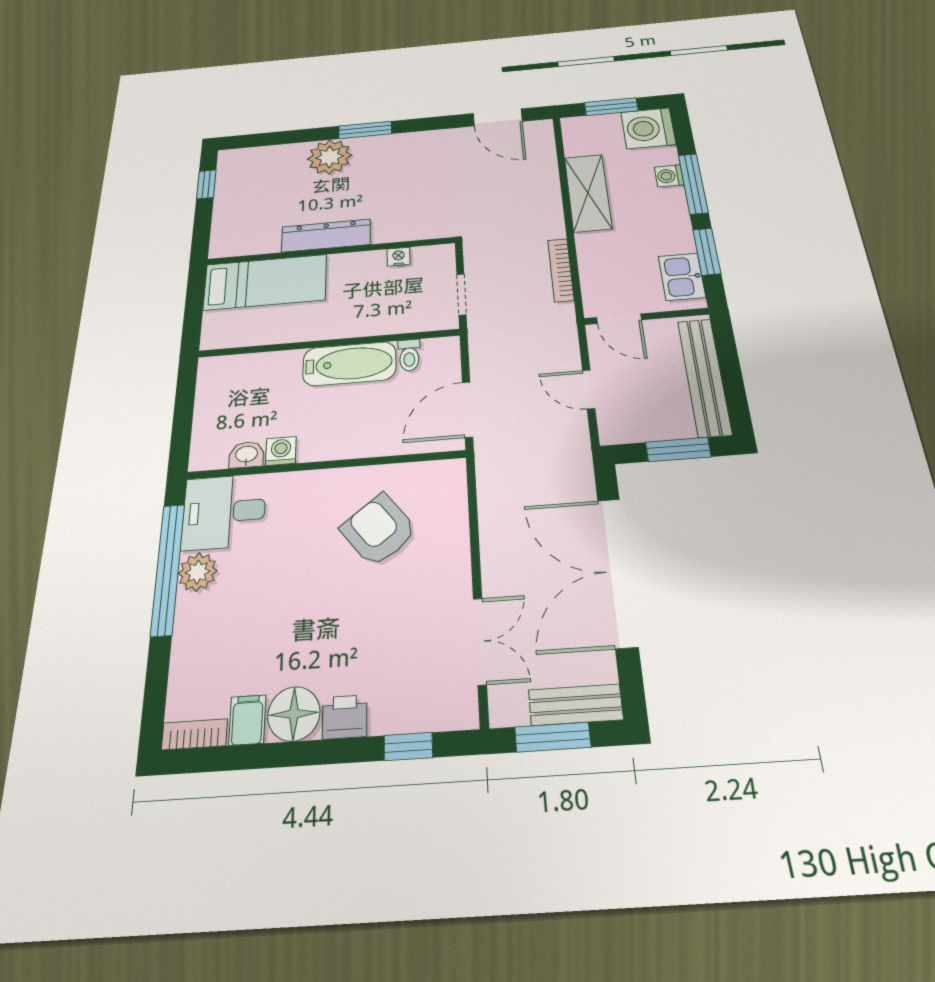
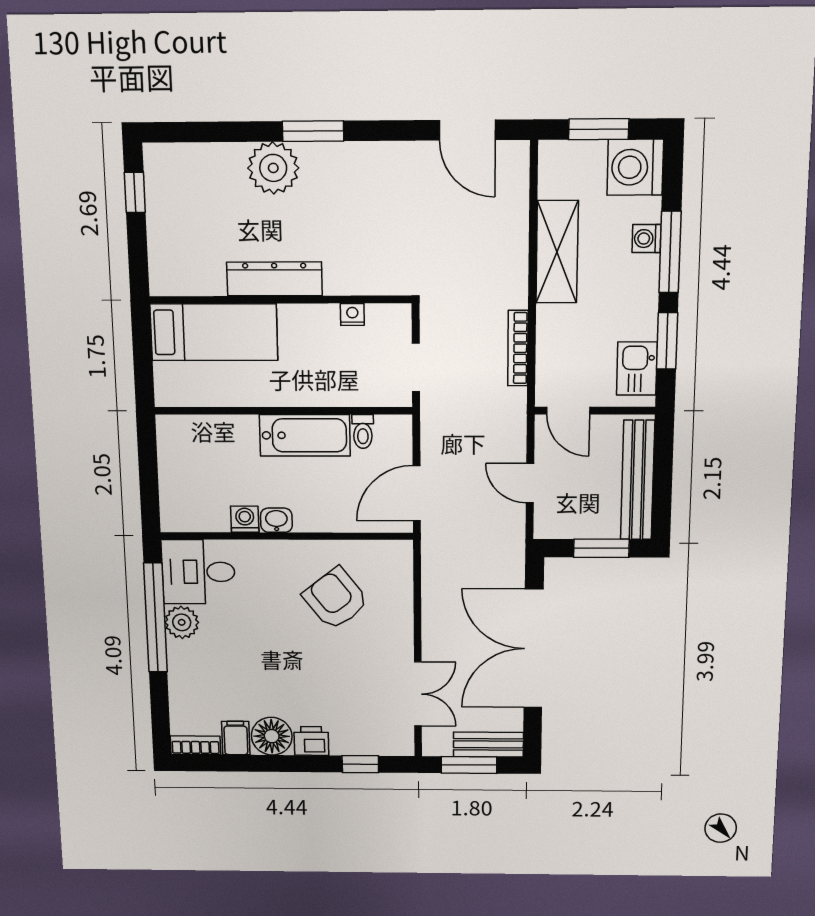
washbasin: (247, 455) -> (276, 520), moved

